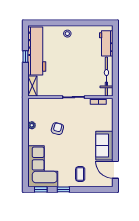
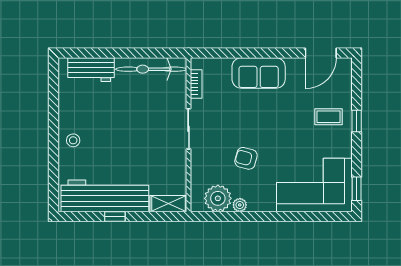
plant: (35, 113) -> (218, 198), added
sofa: (104, 146) -> (259, 73), moved
window: (63, 189) -> (357, 121), moved

